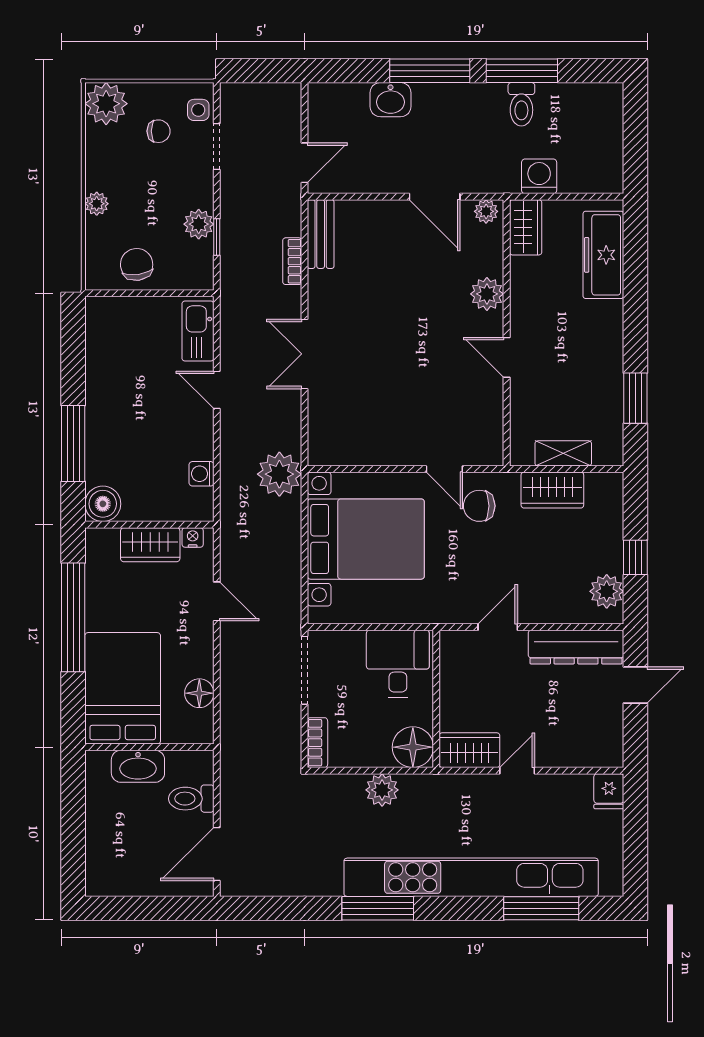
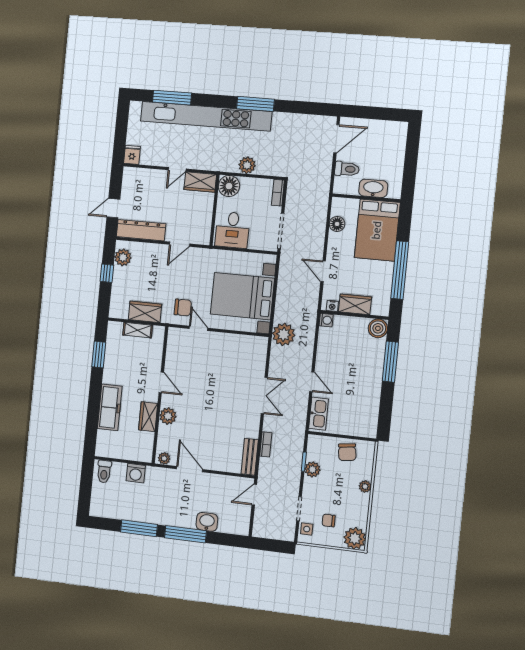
toilet: (521, 104) -> (104, 472), moved, turned 180
wardrobe: (526, 227) -> (148, 417), moved
freezer: (603, 255) -> (110, 407), moved
washing machine: (201, 474) -> (326, 320), moved

